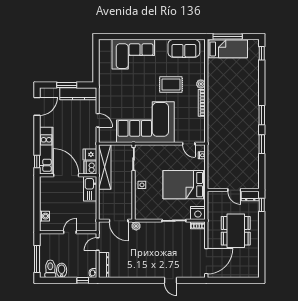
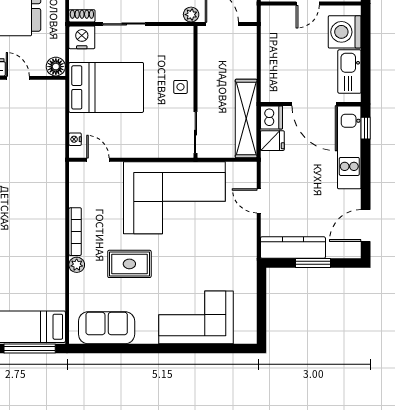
kitchen sink: (90, 189) -> (349, 72), moved, turned 180
floor lamp: (213, 196) -> (56, 67), added
washing machine: (45, 216) -> (345, 32), width x1.89, depth x1.89

